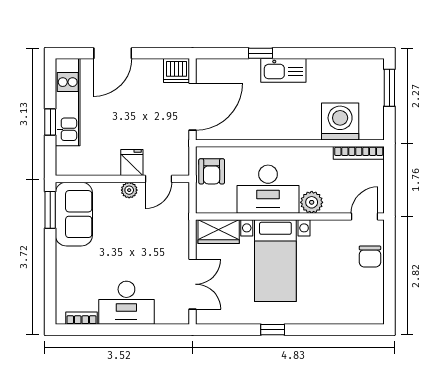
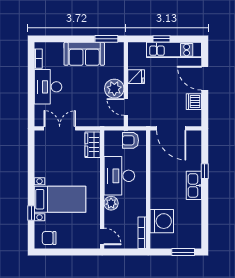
dishwasher: (177, 71) -> (194, 102), moved
fridge: (132, 163) -> (136, 77), moved
plant: (129, 190) -> (114, 89), width x1.88, depth x1.88
sofa: (74, 214) -> (84, 54), moved
chair: (370, 256) -> (49, 238), moved
bed with nightstands: (275, 261) -> (60, 199), moved, turned 180
double door: (193, 284) -> (60, 128), swing flipped
window: (273, 330) -> (31, 213), moved

